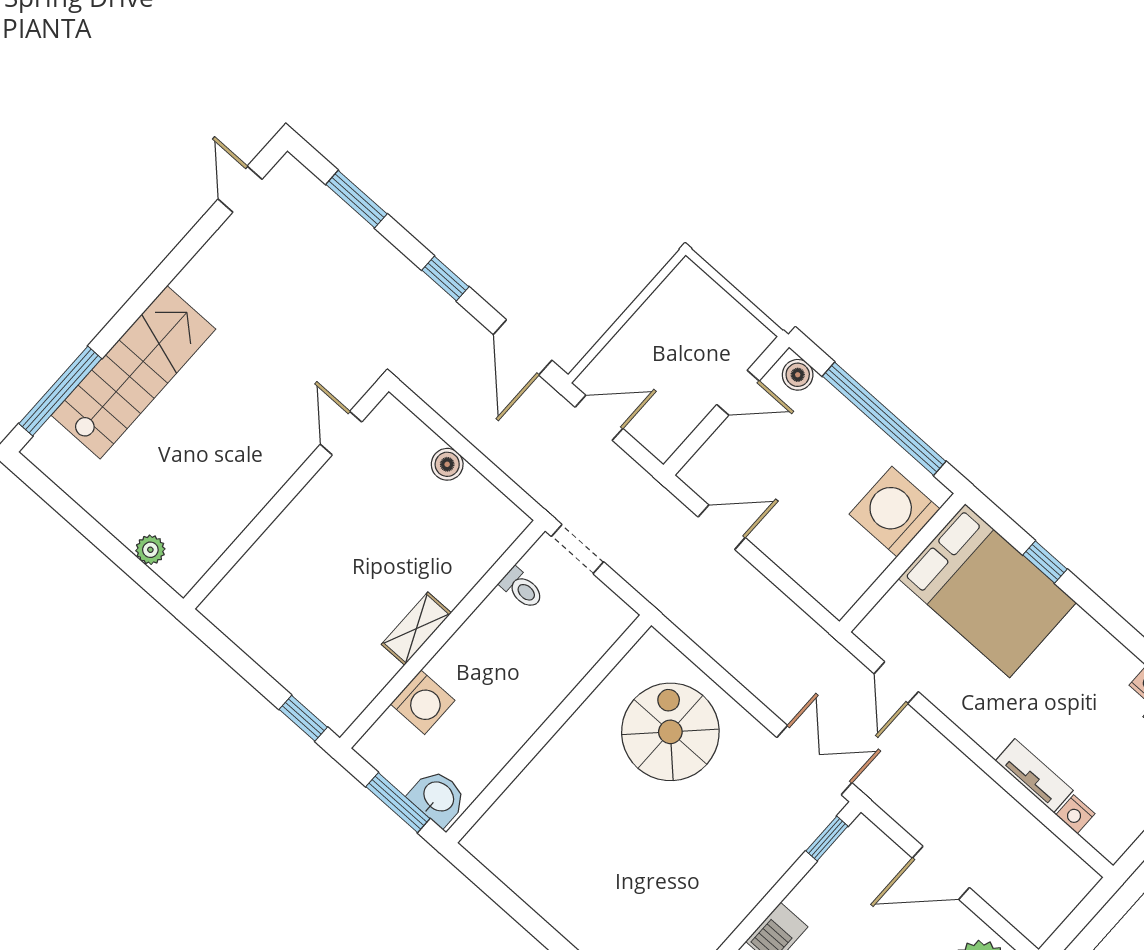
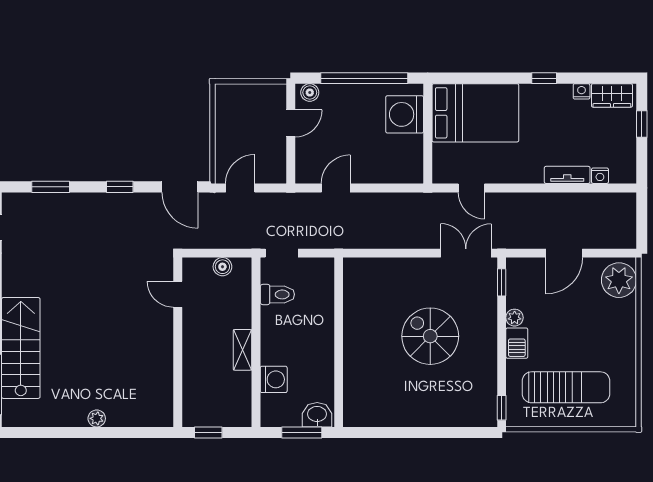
door: (341, 433) -> (178, 294), moved
boiler: (447, 464) -> (222, 267), moved
wall: (286, 495) -> (178, 342), moved
window: (1045, 562) -> (544, 78), moved
toilet: (522, 588) -> (277, 294), width x1.37, depth x1.39
window: (303, 718) -> (208, 432), moved
spiral stairs: (670, 732) -> (430, 336), moved
plant: (803, 899) -> (515, 318), added

